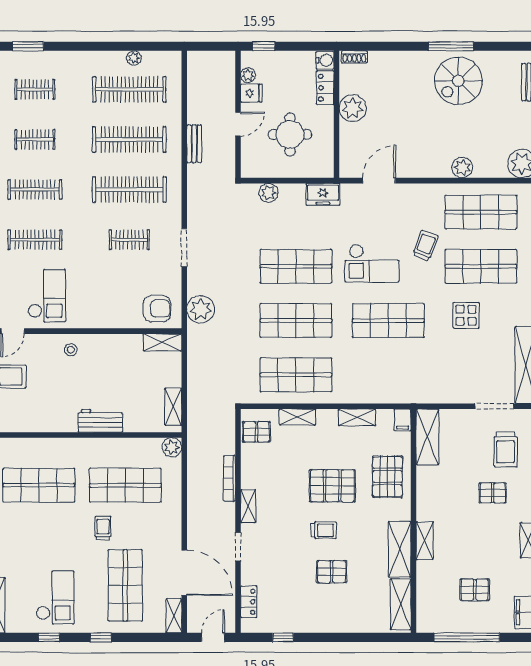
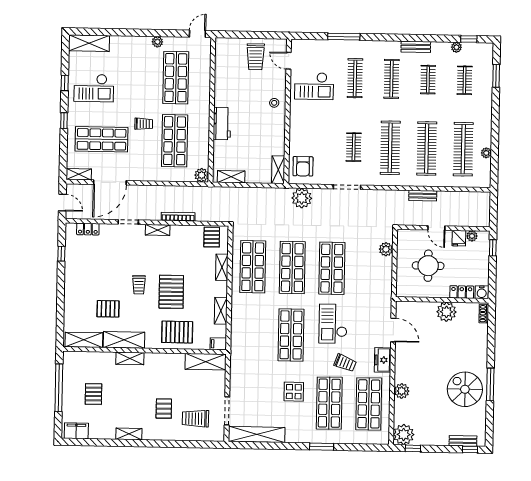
freezer: (323, 194) -> (383, 360), moved
pallet: (332, 572) -> (108, 309), moved, turned 90

